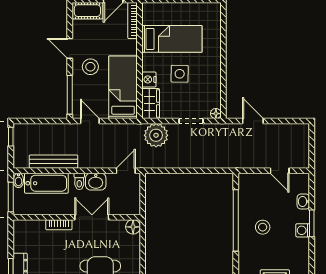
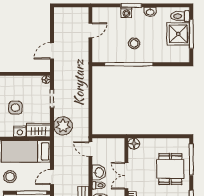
washbasin: (303, 202) -> (150, 12), moved
washing machine: (303, 230) -> (126, 12), moved

